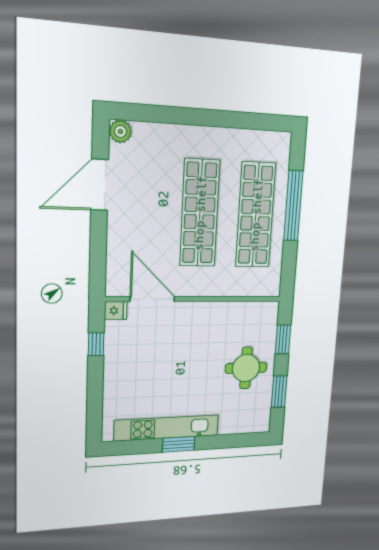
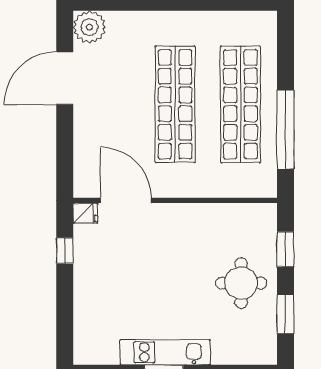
plant: (120, 131) -> (89, 27), width x1.36, depth x1.36
window: (293, 206) -> (285, 130), moved
kitchen unit: (167, 428) -> (165, 352), width x0.73

